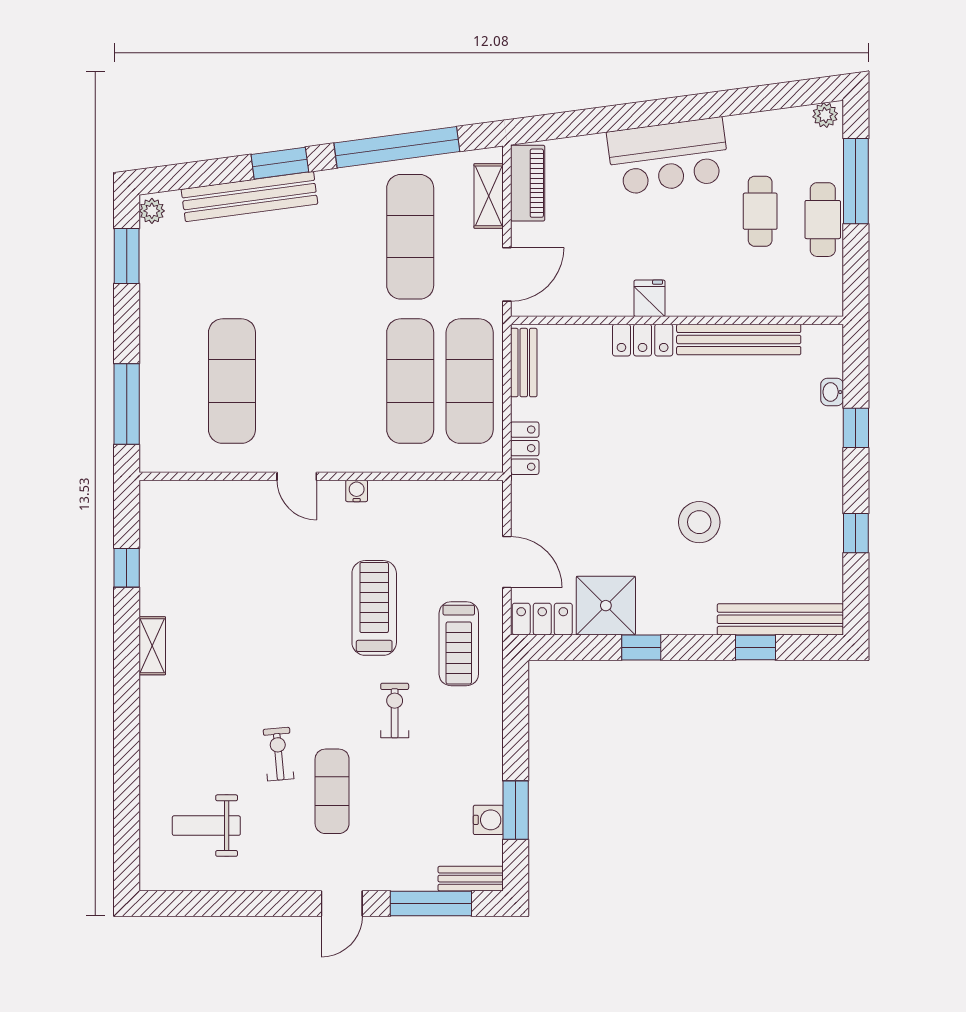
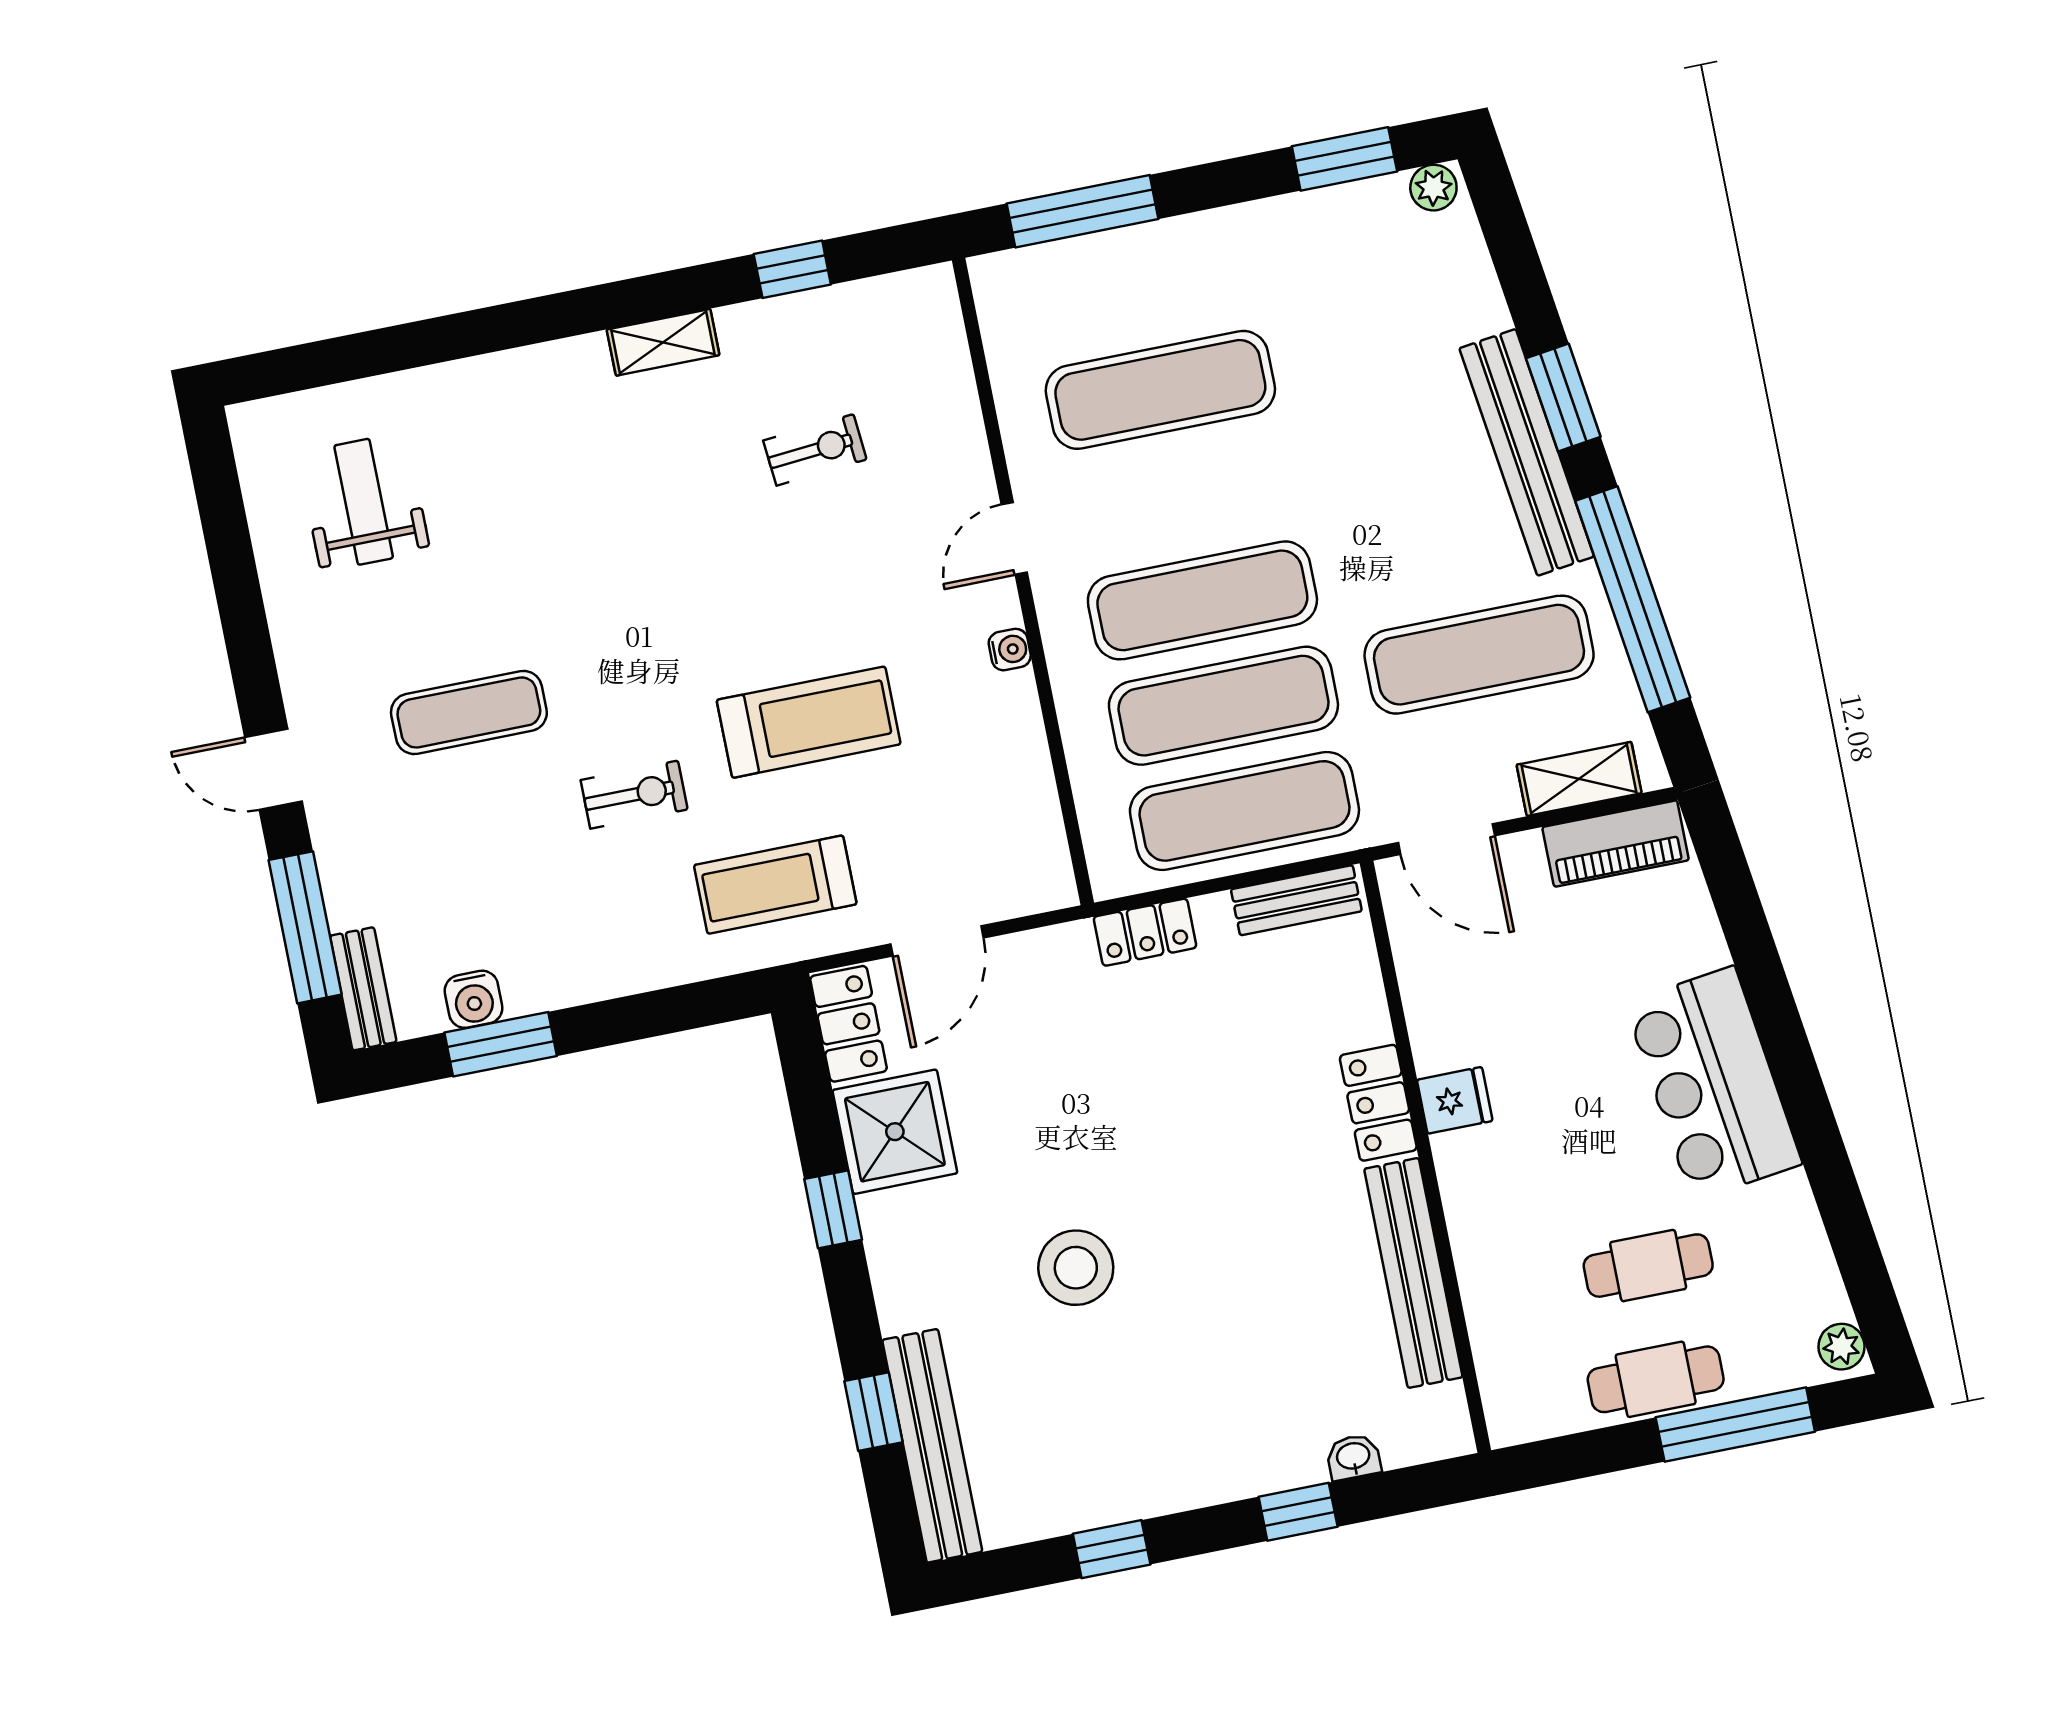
bench: (249, 197) -> (1527, 452), moved
exercise mat: (351, 381) -> (1202, 600), added
exercise bike: (279, 754) -> (815, 450), moved

